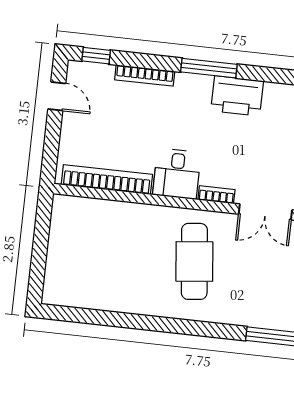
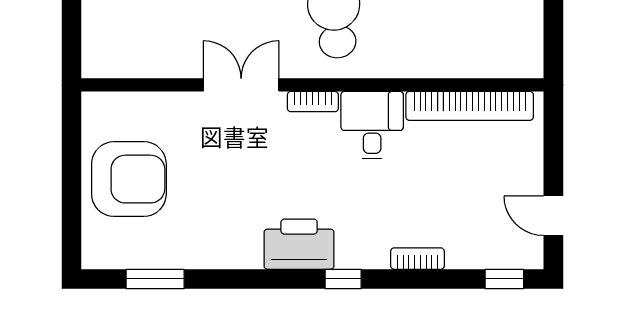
window: (209, 68) -> (343, 279), width x0.46
bookcase: (145, 75) -> (417, 259), width x0.64

